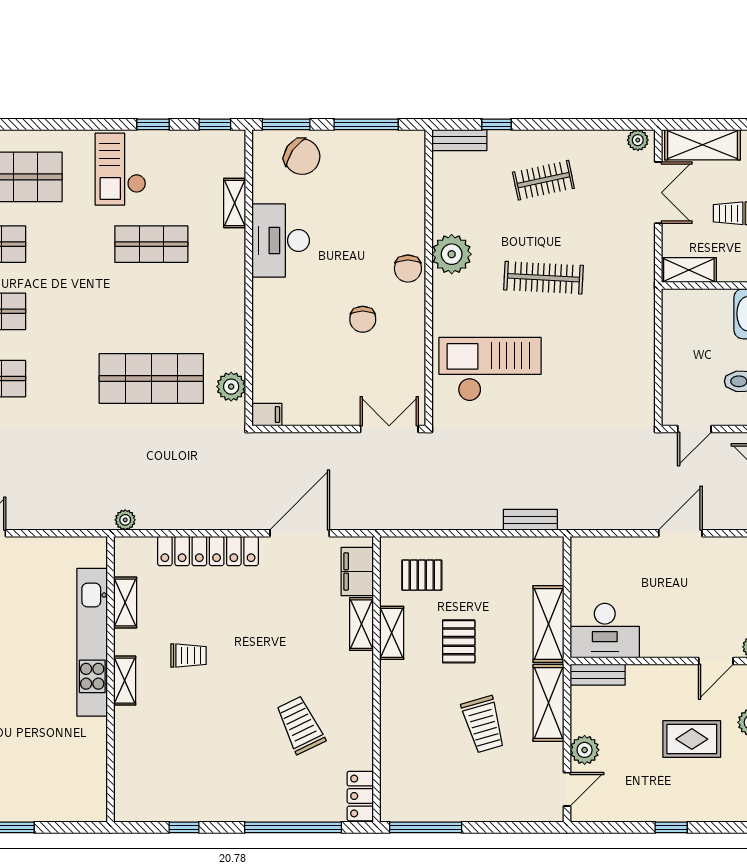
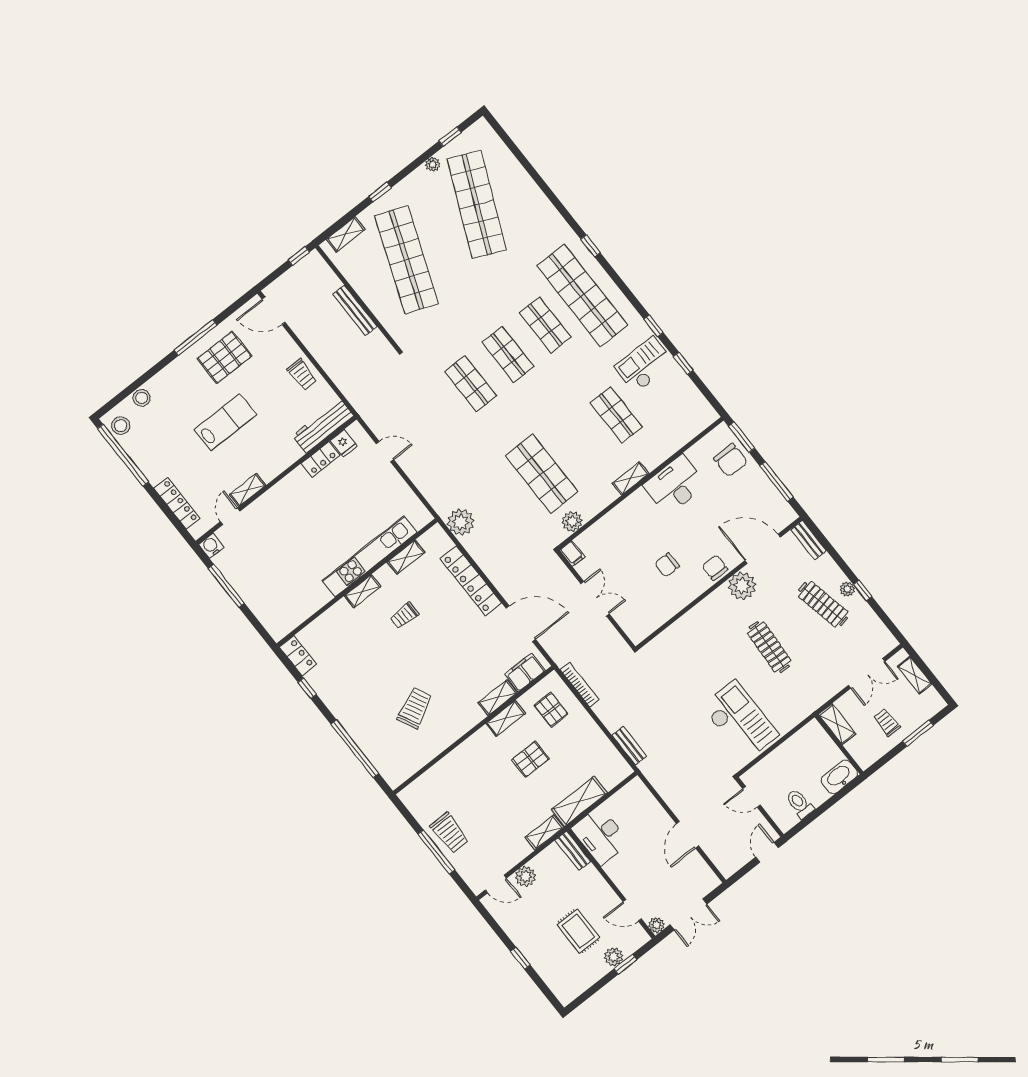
window: (215, 124) -> (653, 326), moved
window: (497, 124) -> (863, 591), moved
plant: (638, 140) -> (847, 589), moved
shelving: (703, 145) -> (915, 675), width x0.67, depth x0.75
chair: (302, 157) -> (731, 460), turned -35
clothes rail: (543, 180) -> (823, 604), width x1.36
door: (429, 199) -> (763, 549), added
shelving: (235, 203) -> (631, 478), moved
chair: (408, 269) -> (715, 568), turned 90
checkout: (490, 369) -> (740, 721), moved
double door: (389, 429) -> (595, 599), moved
plant: (125, 520) -> (461, 522), width x1.88, depth x1.88
bookcase: (419, 521) -> (580, 685), added
door: (680, 533) -> (687, 835), swing flipped
trolley: (189, 656) -> (404, 616), turned 90
shelving: (548, 703) -> (544, 832), width x0.67, depth x0.75
trolley: (483, 724) -> (450, 833), moved, turned -74
locker: (360, 796) -> (298, 656), moved, turned 90
window: (426, 827) -> (436, 852), moved

